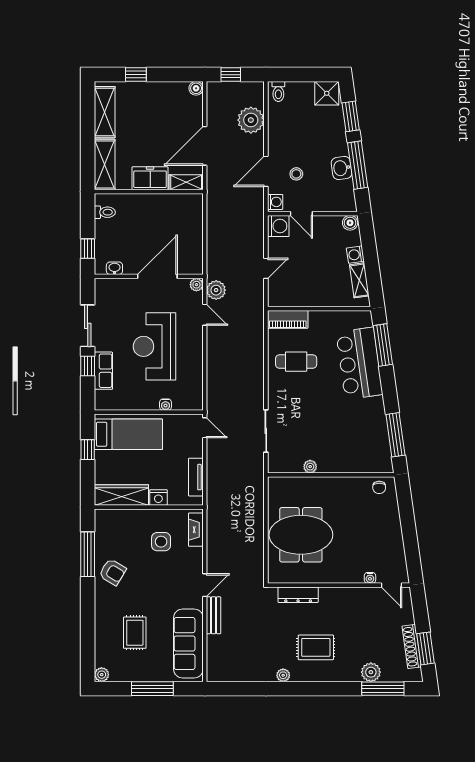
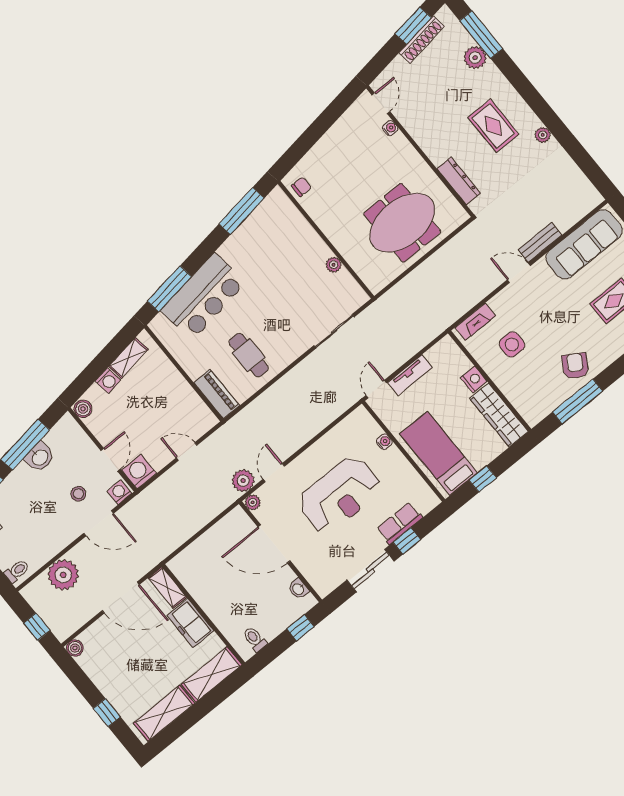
tv unit: (196, 477) -> (410, 375), moved
meeting table: (301, 535) -> (402, 223), turned 90

